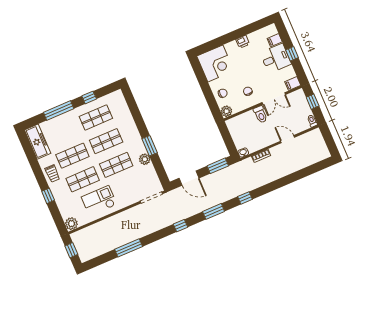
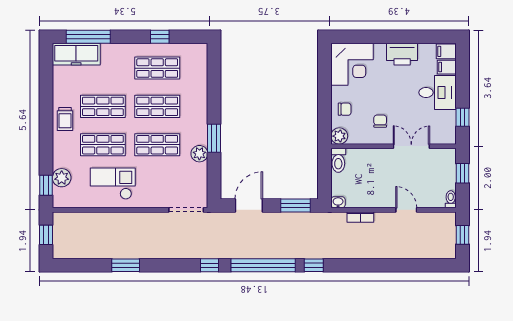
printer: (243, 42) -> (402, 54), width x1.87, depth x1.48
window: (292, 54) -> (462, 117), moved
filing cabinet: (293, 83) -> (446, 51), moved
double door: (274, 98) -> (411, 146), swing flipped
window: (59, 111) -> (88, 37), moved
toilet: (261, 114) -> (338, 160), moved
window: (329, 140) -> (462, 235), added
freezer: (38, 142) -> (76, 54), moved, turned 90
door: (189, 178) -> (249, 205), swing flipped
window: (48, 196) -> (46, 185), moved
window: (214, 211) -> (263, 265), width x2.11
plant: (71, 224) -> (62, 178), moved
window: (129, 248) -> (126, 265), width x0.69

